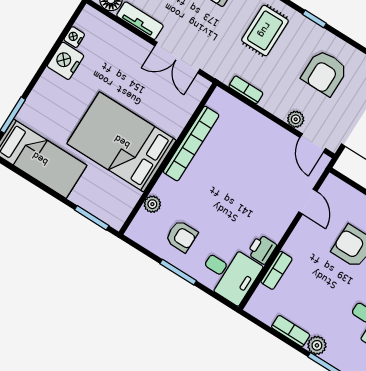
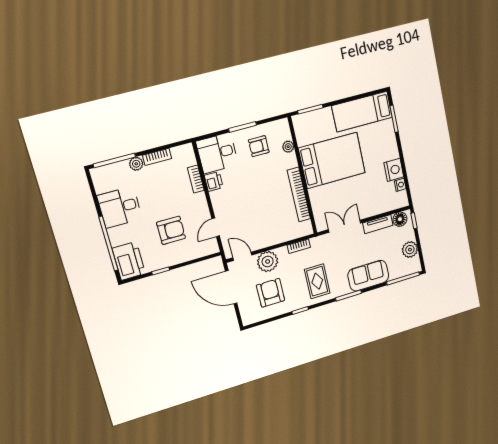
plant: (296, 119) -> (268, 261), width x1.88, depth x1.88
door: (308, 202) -> (216, 227), hinge flipped

